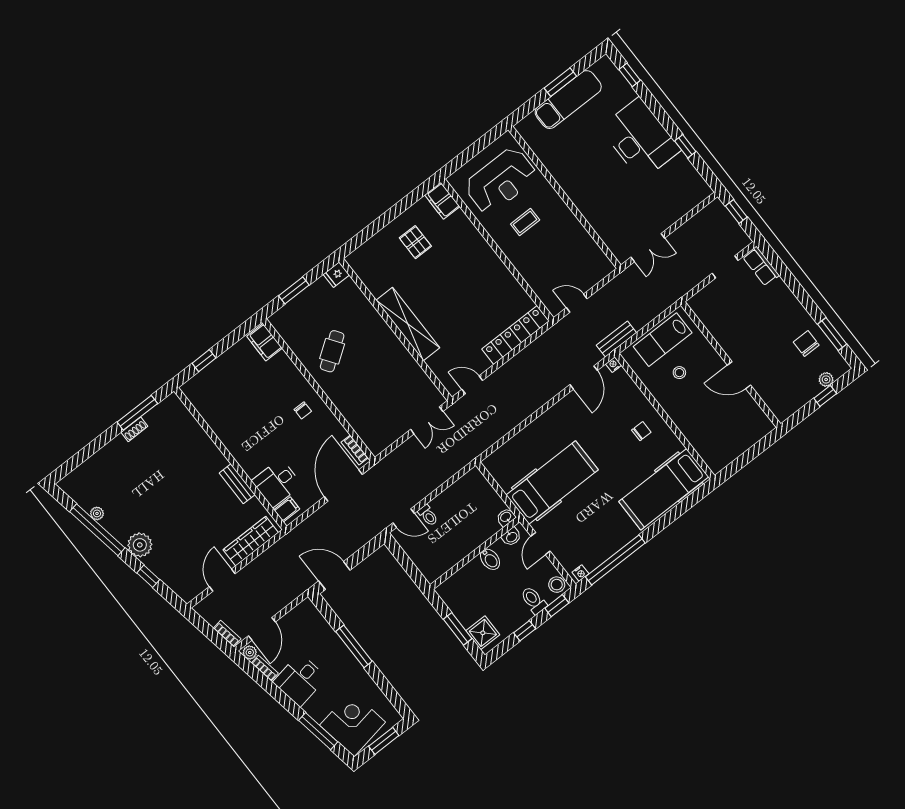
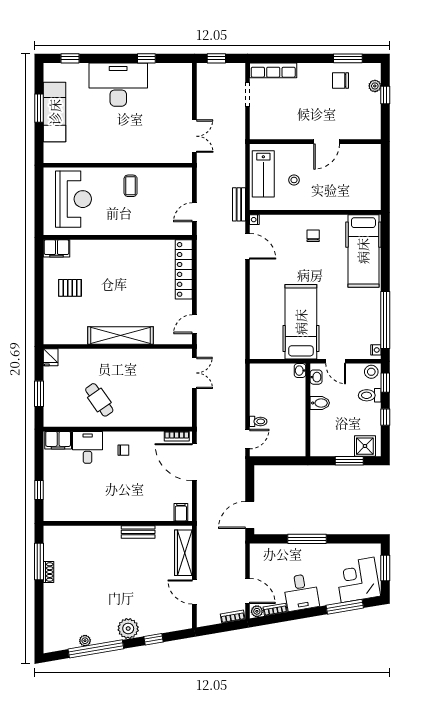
coffee table: (525, 222) -> (131, 186), moved
row of seats: (761, 266) -> (273, 70), width x1.48
desk: (277, 483) -> (88, 447), moved, turned 180

